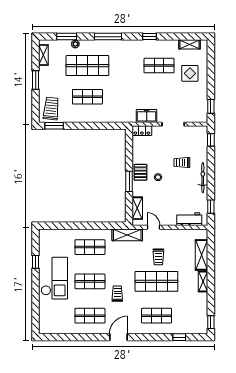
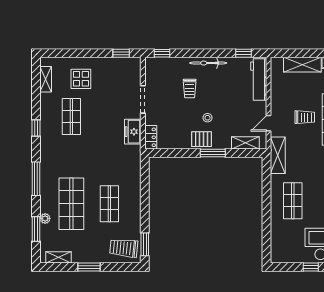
workbench: (189, 219) -> (259, 80), width x1.38

